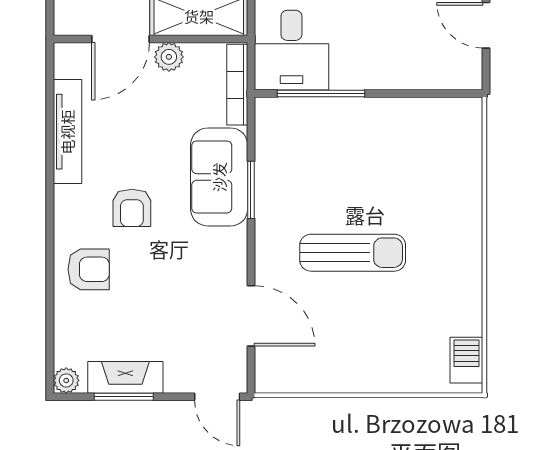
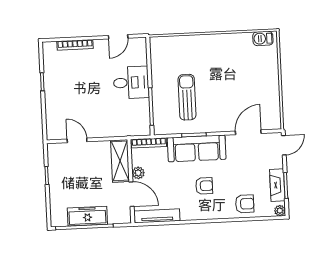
desk: (291, 50) -> (131, 83), moved
tv unit: (67, 132) -> (157, 216), moved
sofa: (219, 177) -> (197, 148), width x1.36
sun lounger: (353, 253) -> (187, 97), moved
armchair: (89, 269) -> (245, 204), moved, turned 90

